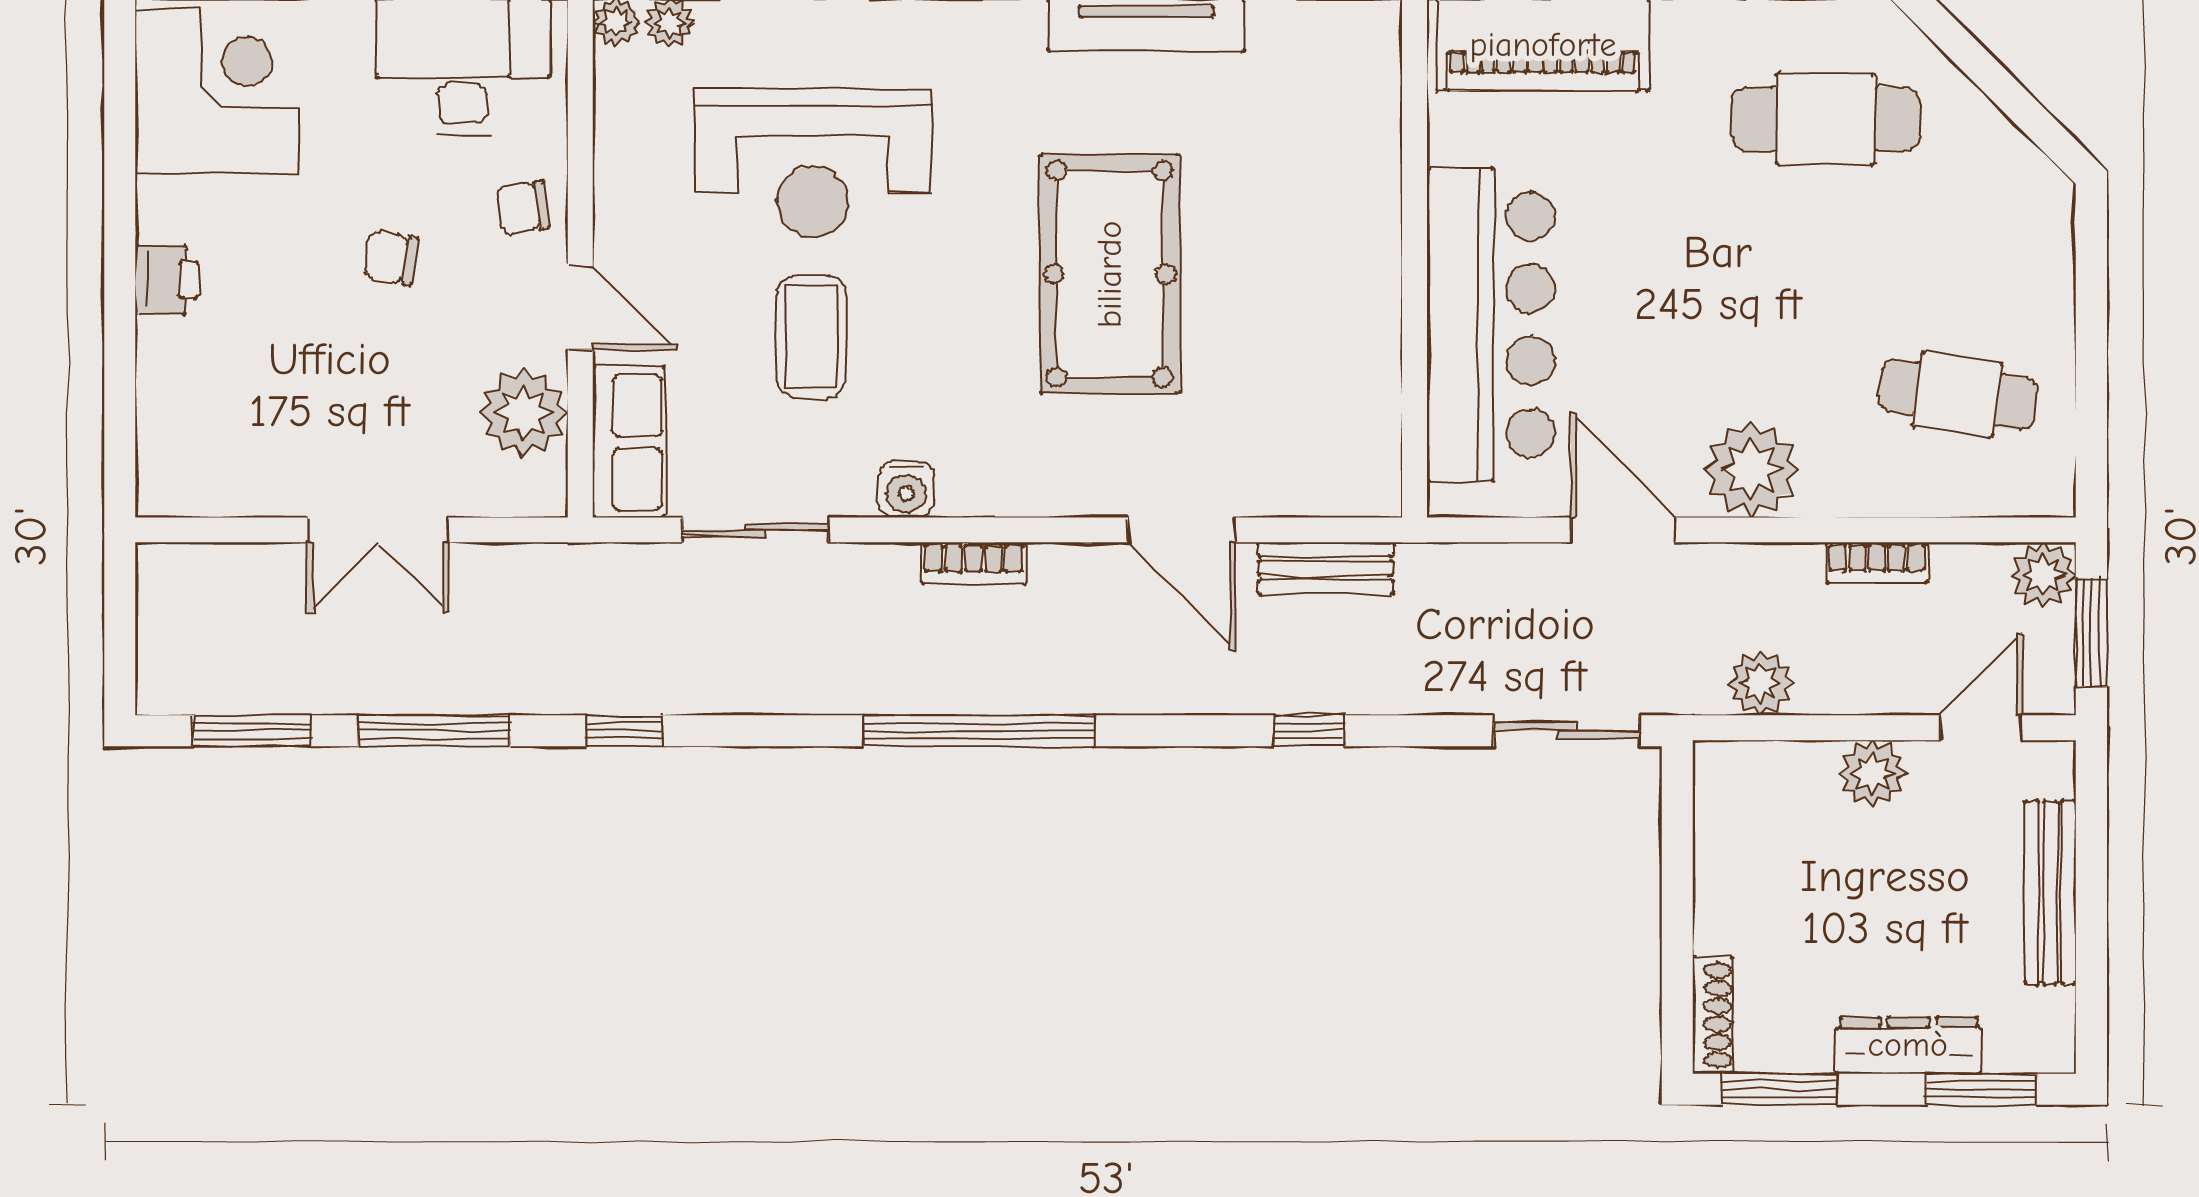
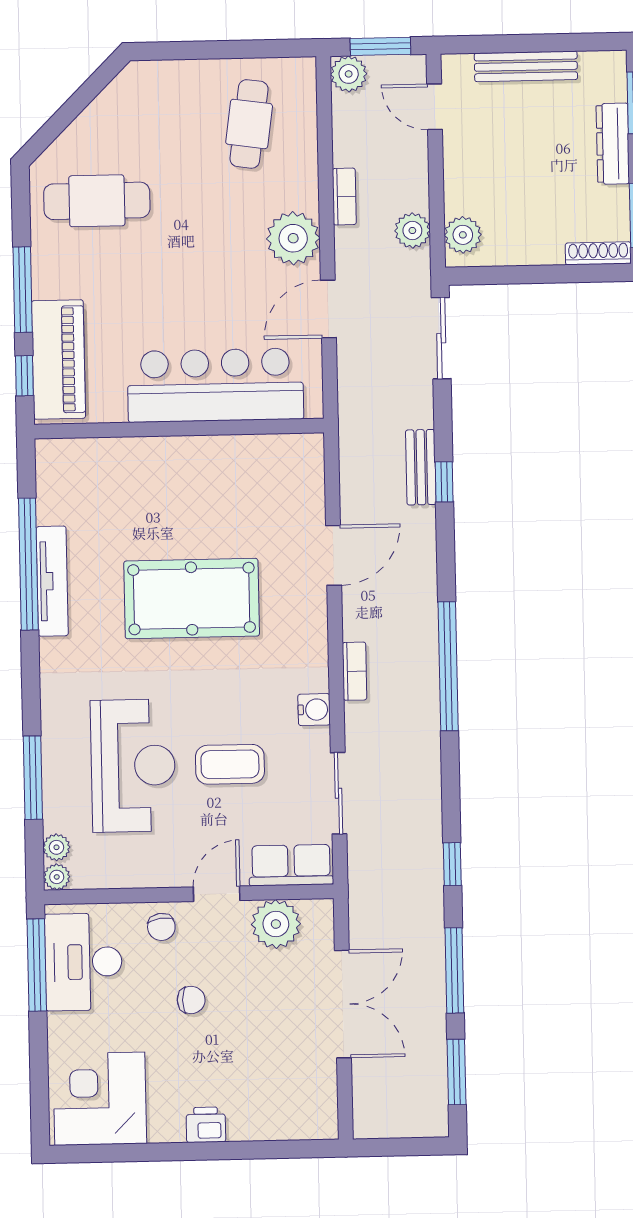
cafe table: (1825, 119) -> (97, 201), turned 90
chair: (391, 258) -> (191, 1000), turned -98
double door: (378, 530) -> (343, 1004), width x1.37
bookcase: (1877, 563) -> (344, 197), moved
bench: (1326, 568) -> (421, 467), moved
plant: (1872, 773) -> (463, 235), moved

